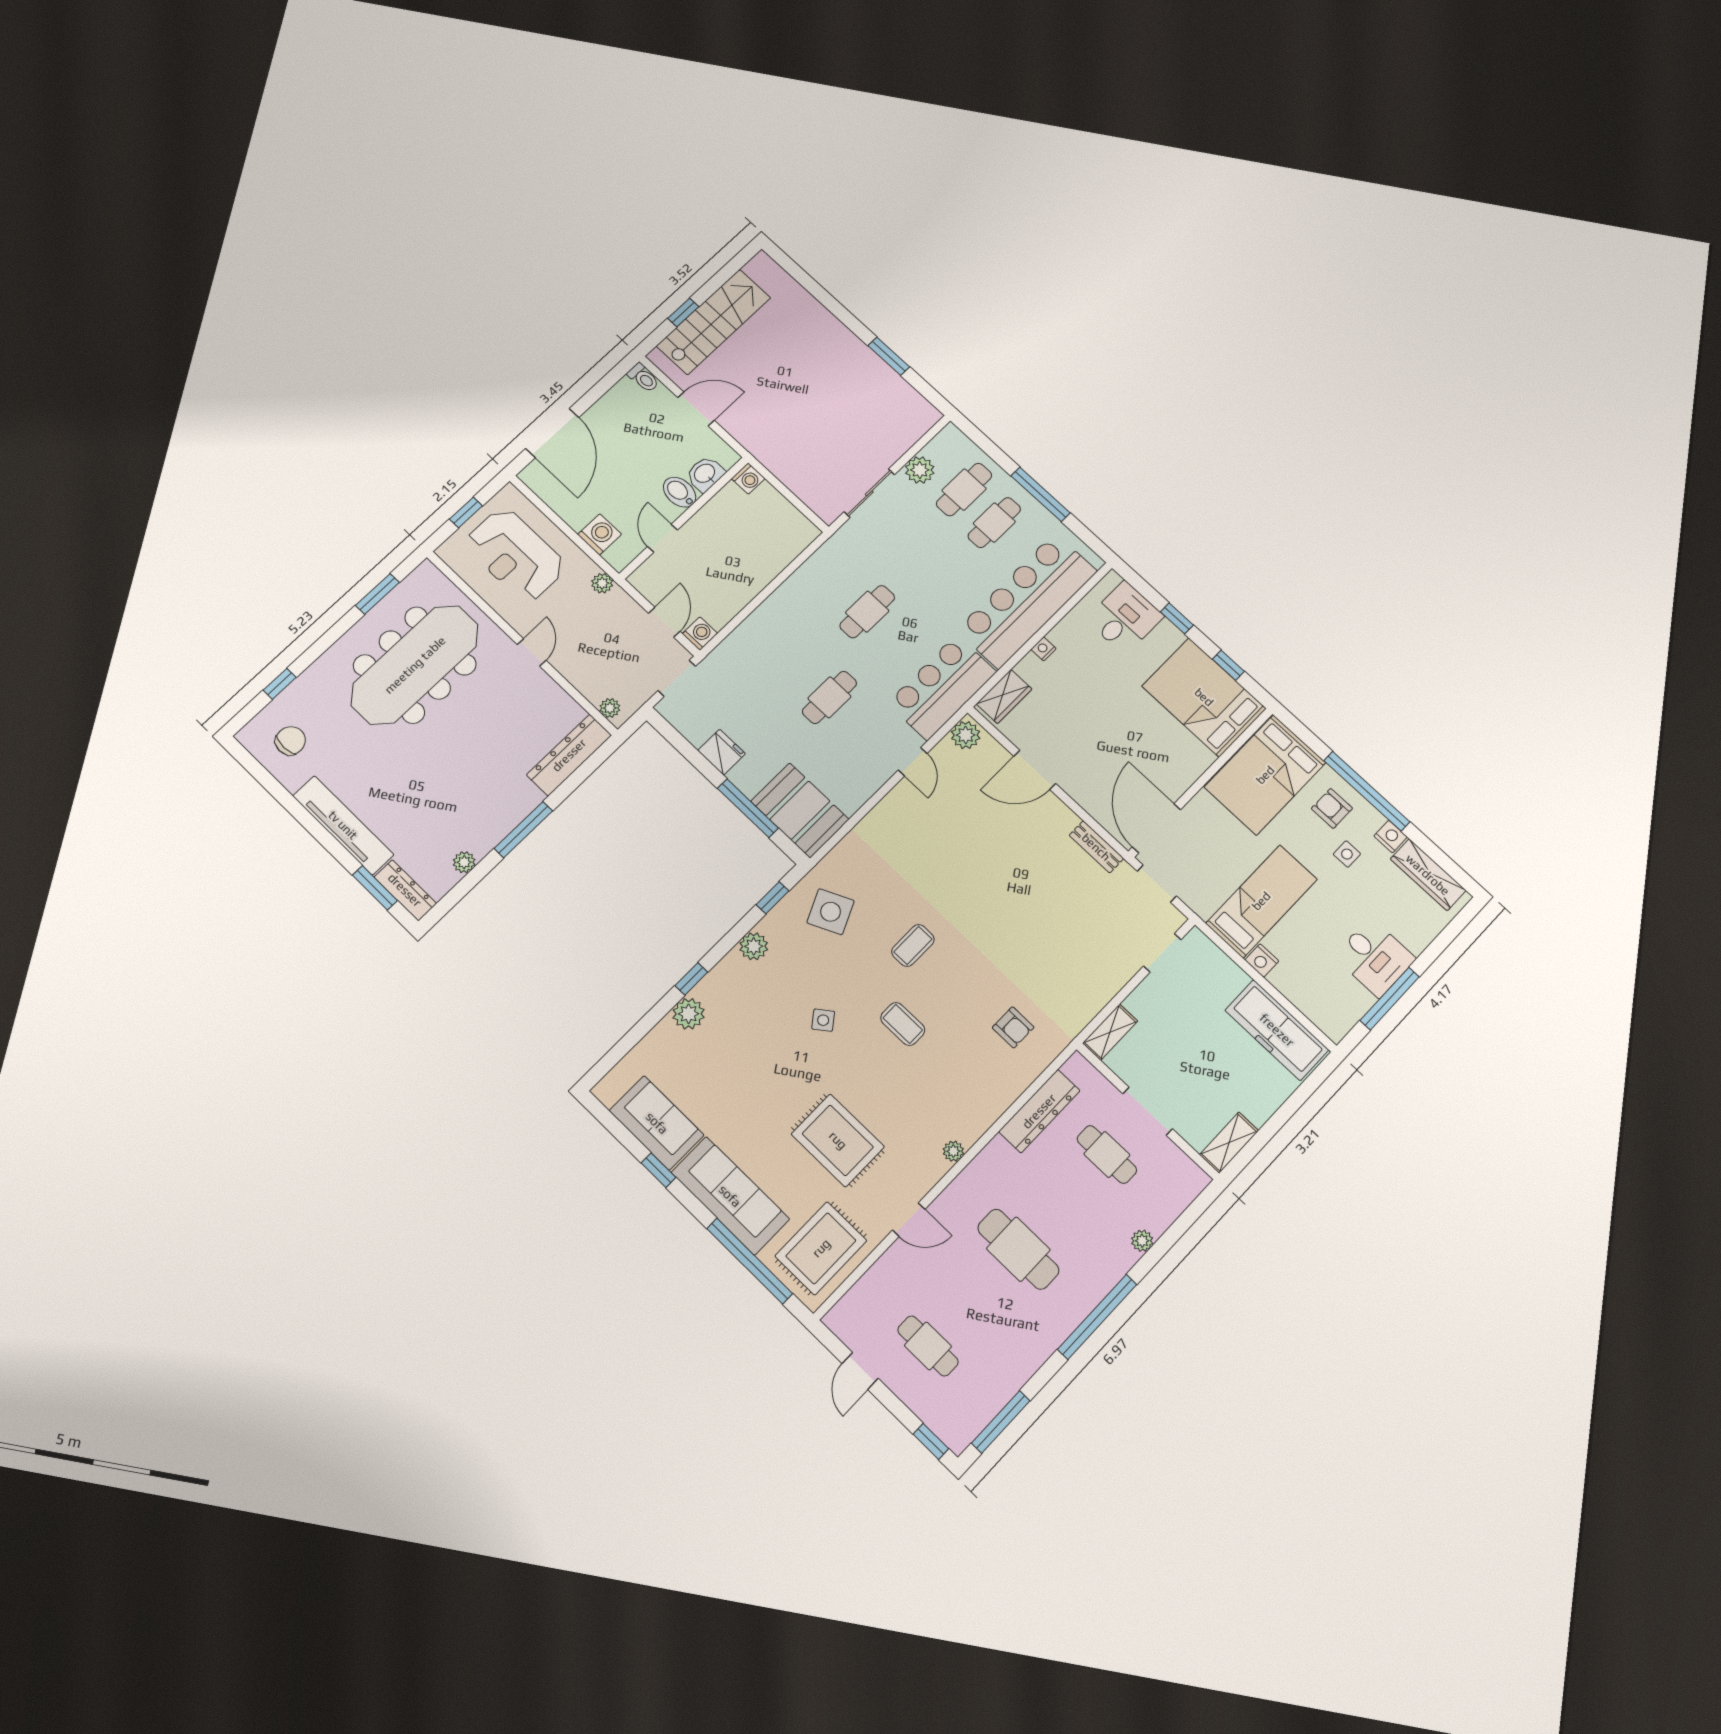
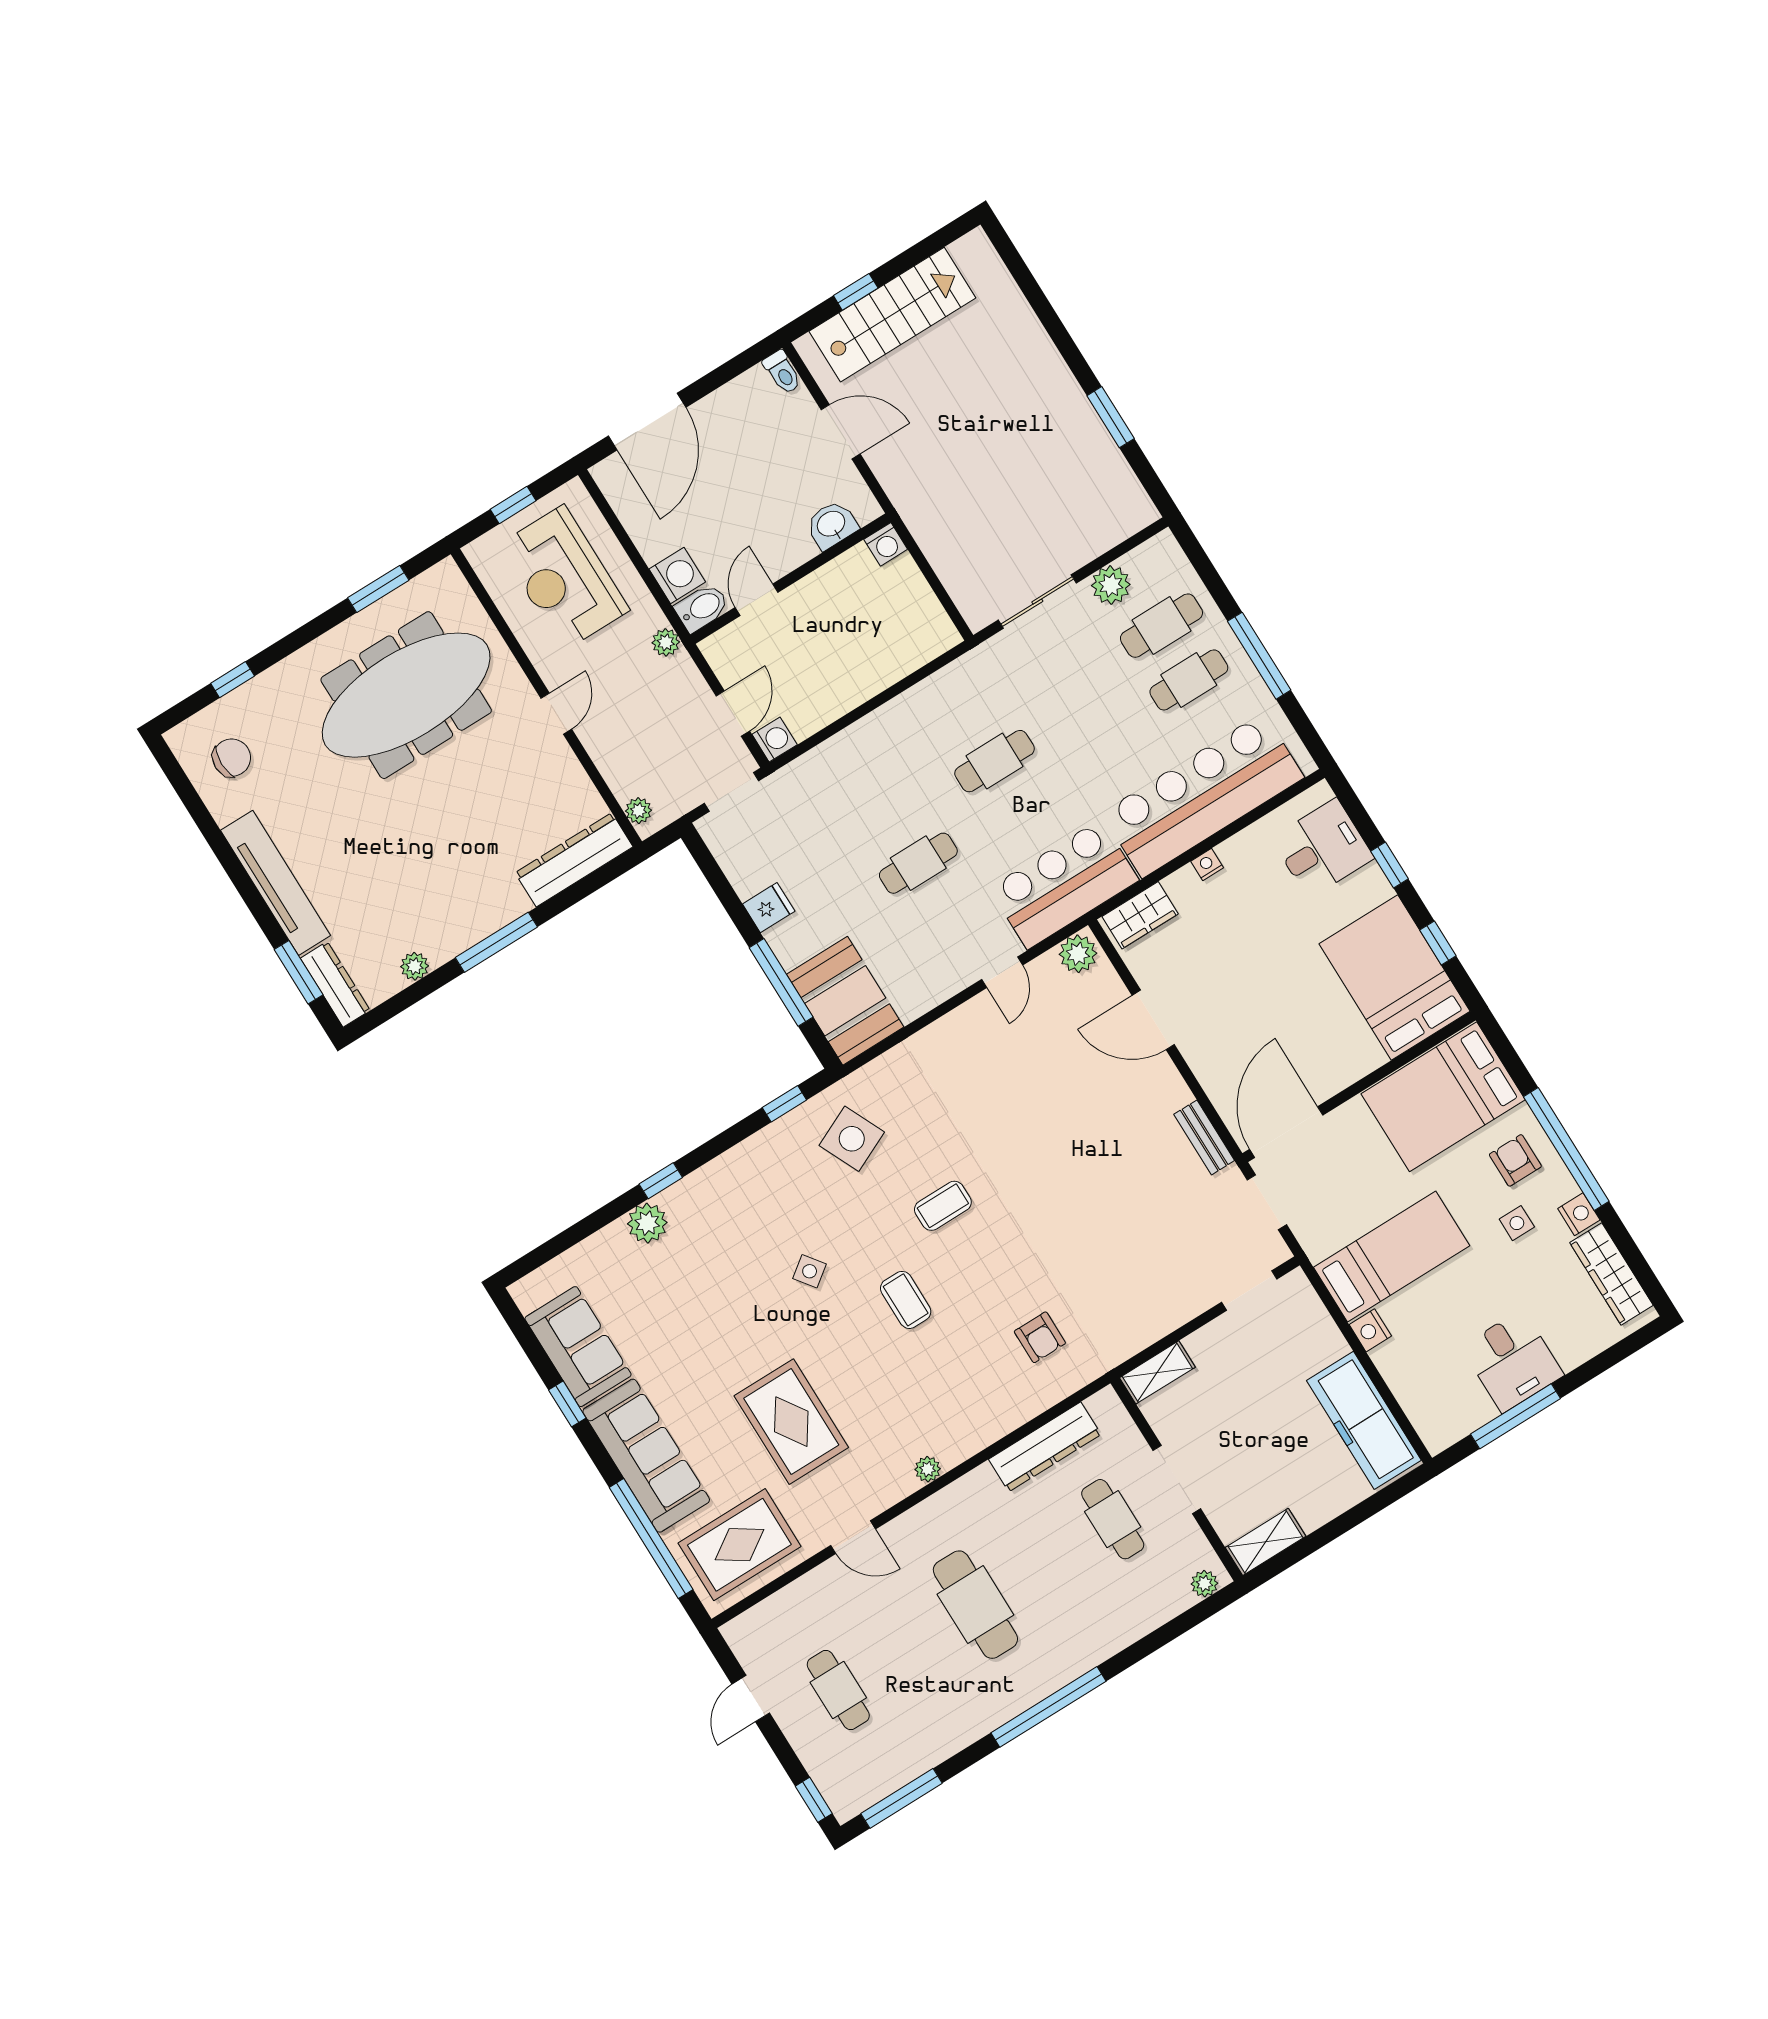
bidet: (680, 492) -> (702, 608), moved, turned 90
fridge: (722, 752) -> (769, 908), width x0.72
plant: (754, 946) -> (747, 1159), removed
plant: (1142, 1241) -> (1204, 1584), moved

